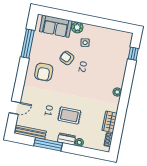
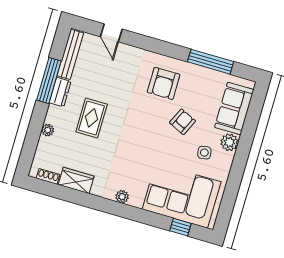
corner sofa: (113, 55) -> (182, 196), added
armchair: (44, 72) -> (164, 83), turned -90
dresser: (67, 139) -> (60, 92), moved

